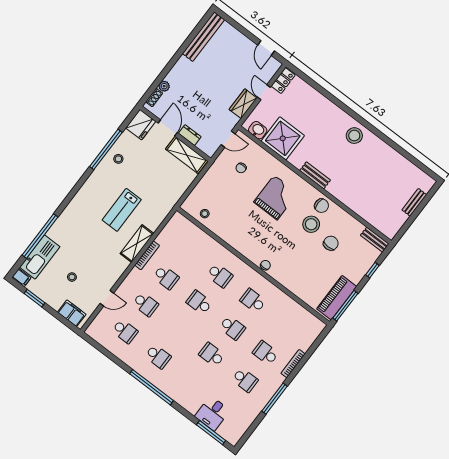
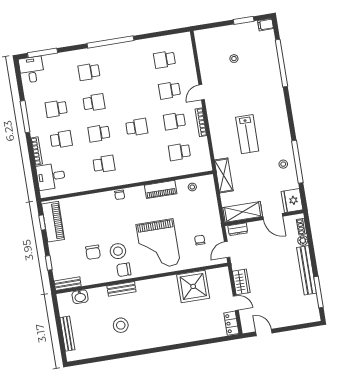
window: (193, 35) -> (319, 292), added
bench: (203, 37) -> (306, 270), moved
washbasin: (258, 130) -> (80, 297), moved
dresser: (190, 135) -> (238, 229), moved
stool: (354, 136) -> (121, 325), moved
bench: (315, 175) -> (121, 289), moved
grand piano: (276, 197) -> (158, 244), width x1.37, depth x1.48
bench: (414, 202) -> (67, 334), width x1.36
lab bench: (122, 210) -> (247, 134), turned 180
piano: (230, 237) -> (161, 189), added
shelving: (137, 244) -> (224, 175), moved
kitchen sink: (40, 257) -> (268, 50), removed
school desk: (220, 275) -> (179, 152), moved
door: (107, 298) -> (202, 92), moved
window: (345, 306) -> (42, 222), width x0.46
filing cabinet: (72, 313) -> (210, 36), removed
desk: (303, 333) -> (51, 176), added
school desk: (158, 356) -> (89, 72), moved
desk: (212, 413) -> (32, 70), moved

